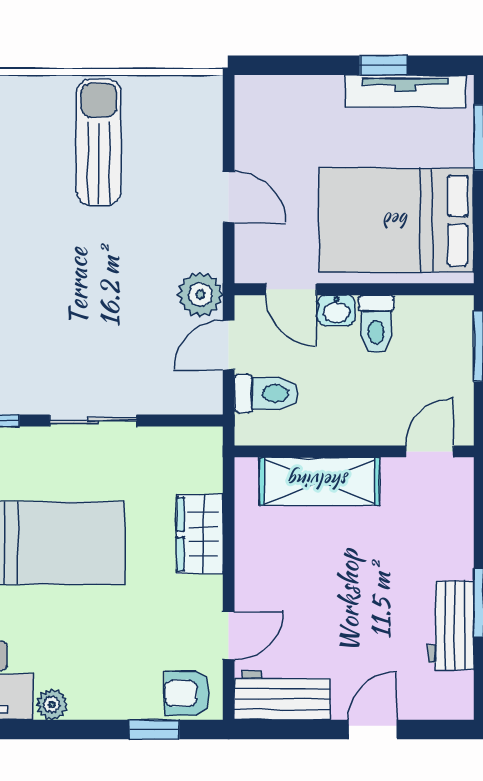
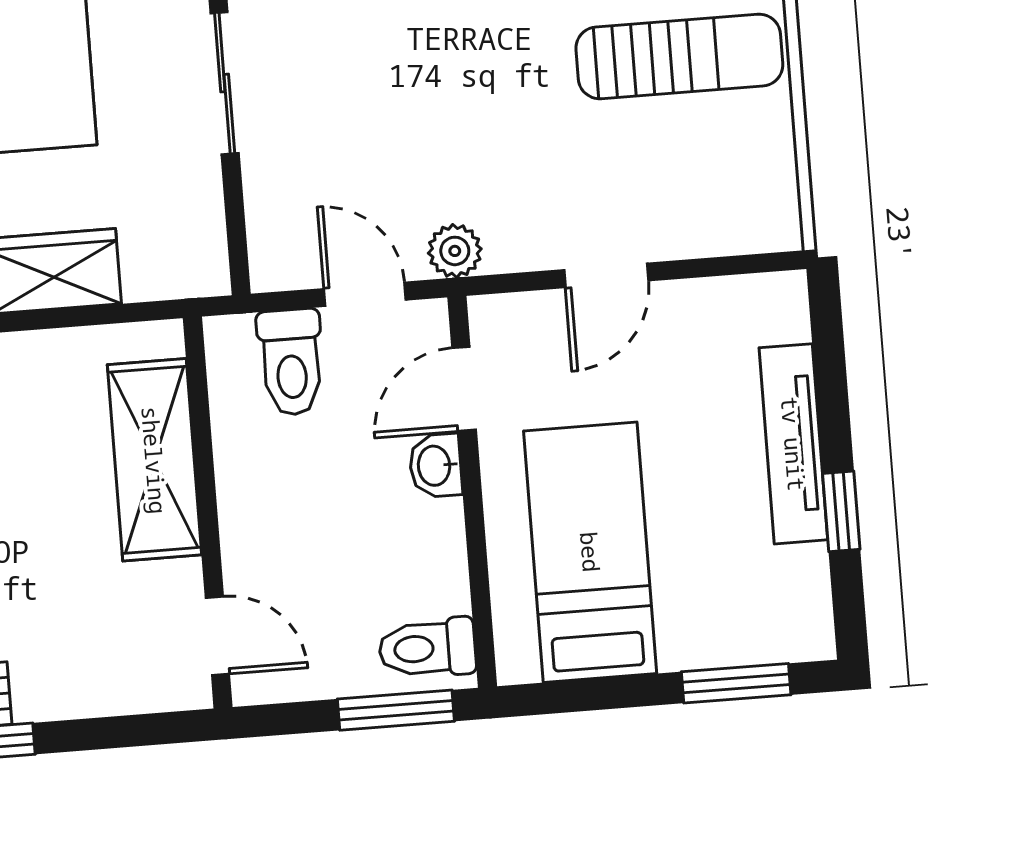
tv unit: (406, 91) -> (793, 444), moved
bed: (397, 220) -> (590, 552), width x0.67
plant: (200, 294) -> (455, 251), width x0.73, depth x0.73
toilet: (376, 324) -> (427, 648), moved

